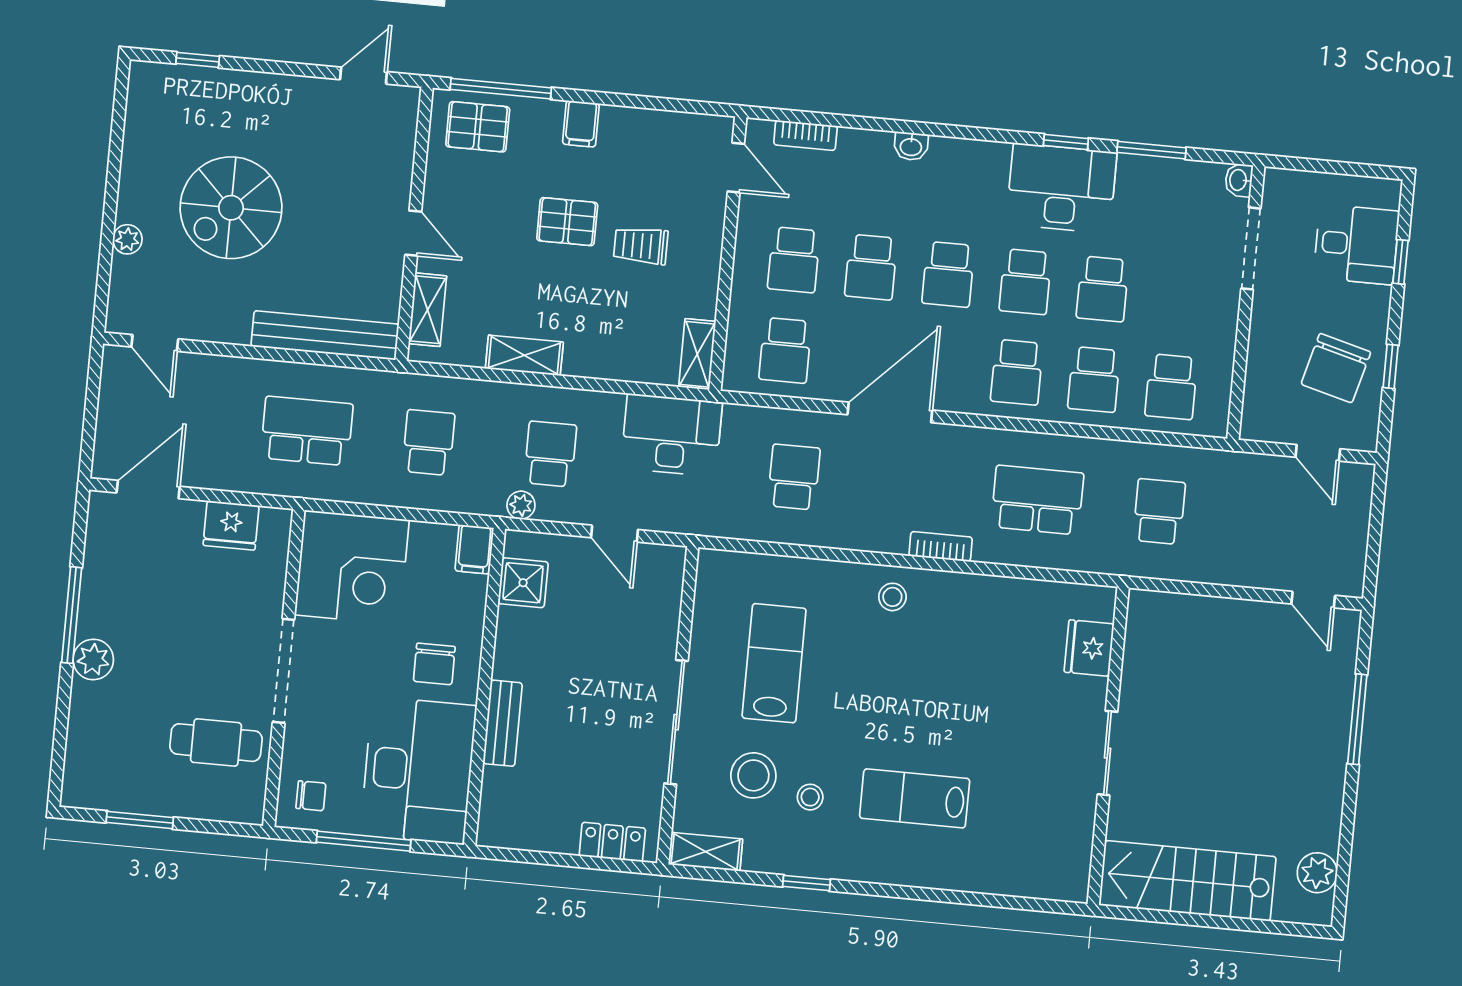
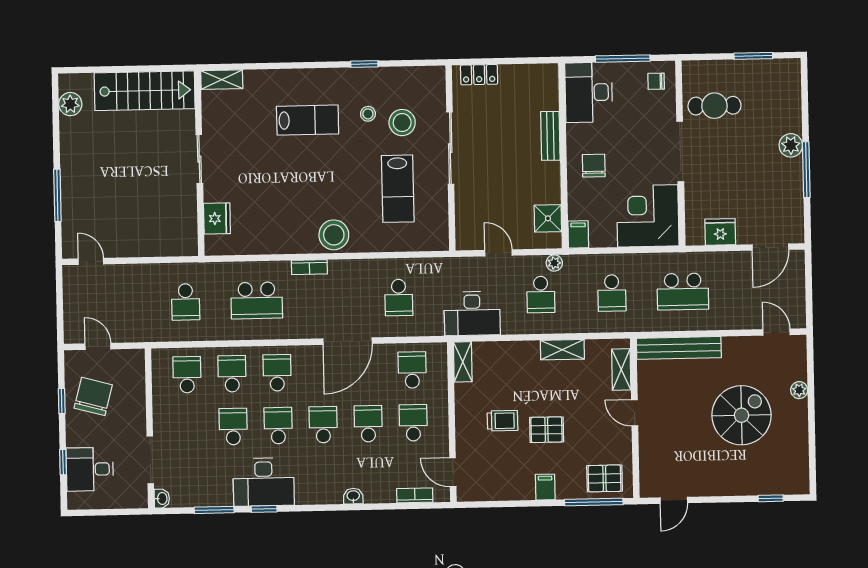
stool: (892, 597) -> (334, 235), width x1.89, depth x1.89
desk: (418, 770) -> (589, 92), width x0.73, depth x0.77
shelving: (705, 852) -> (222, 80), moved

